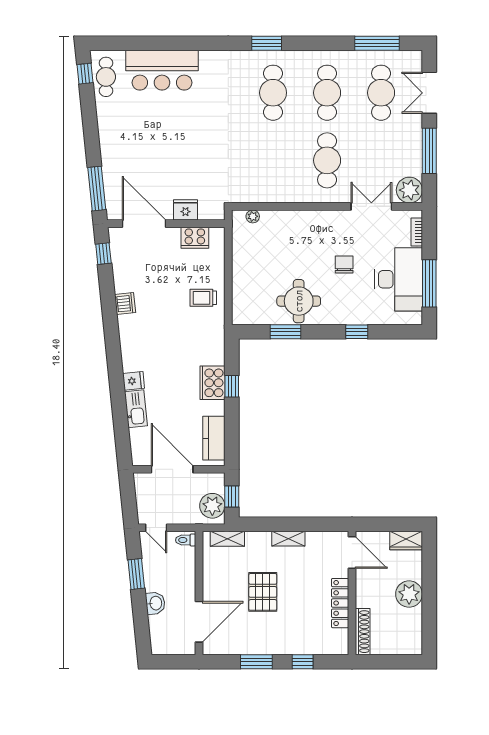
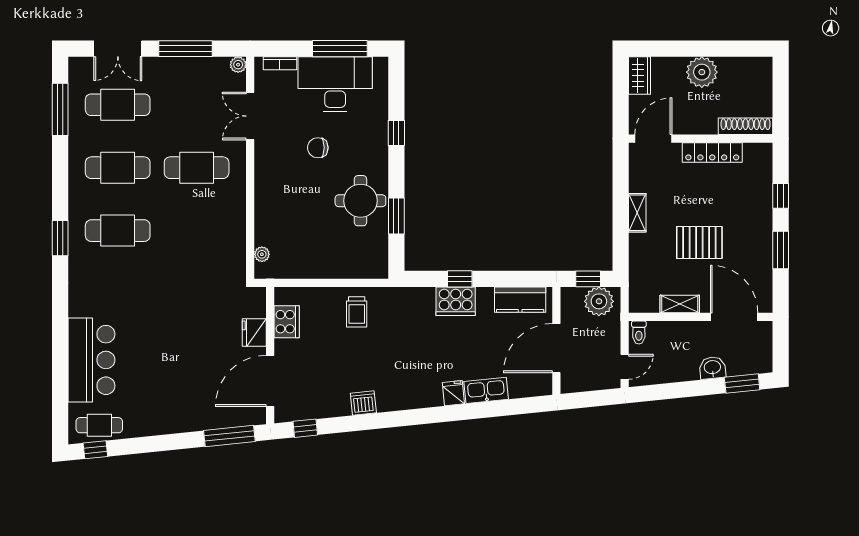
plant: (409, 190) -> (238, 65), width x0.53, depth x0.53
shelving: (227, 539) -> (680, 304), moved, turned 90
window: (136, 574) -> (742, 383), moved

